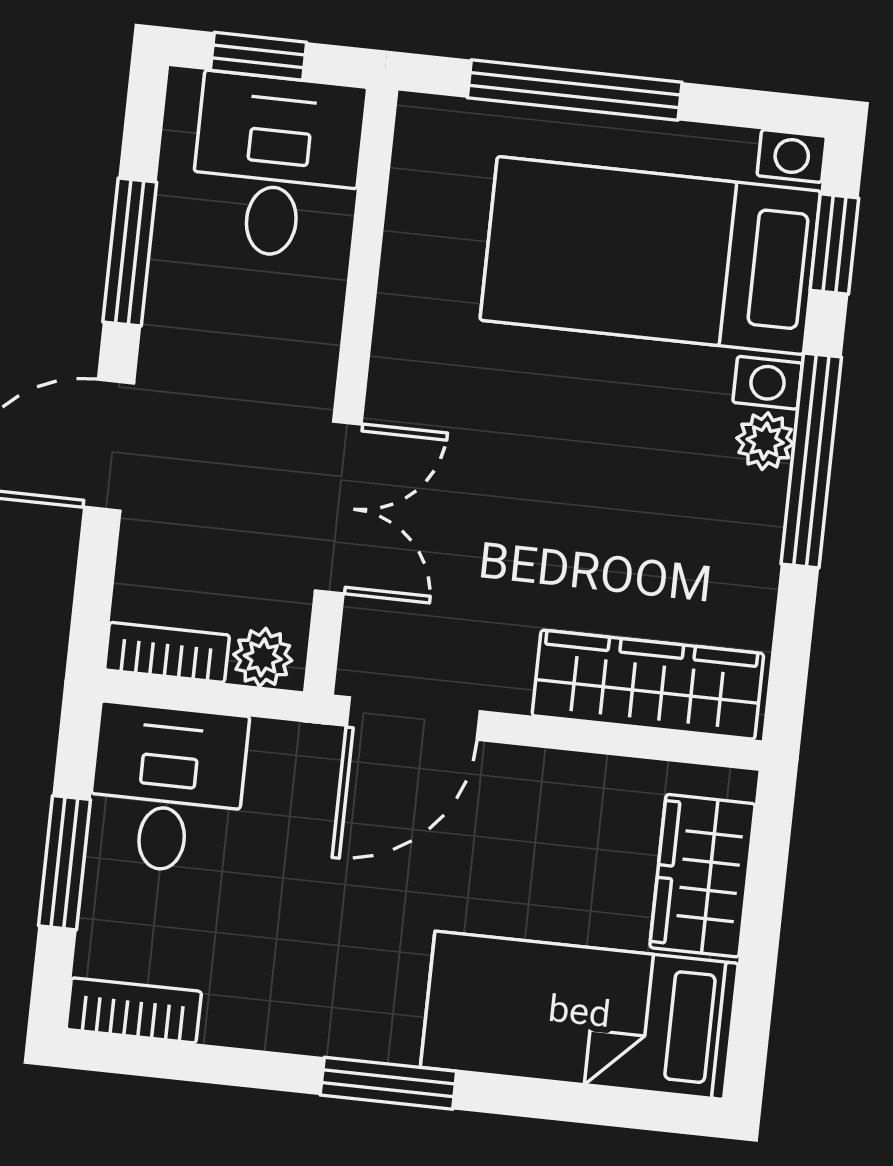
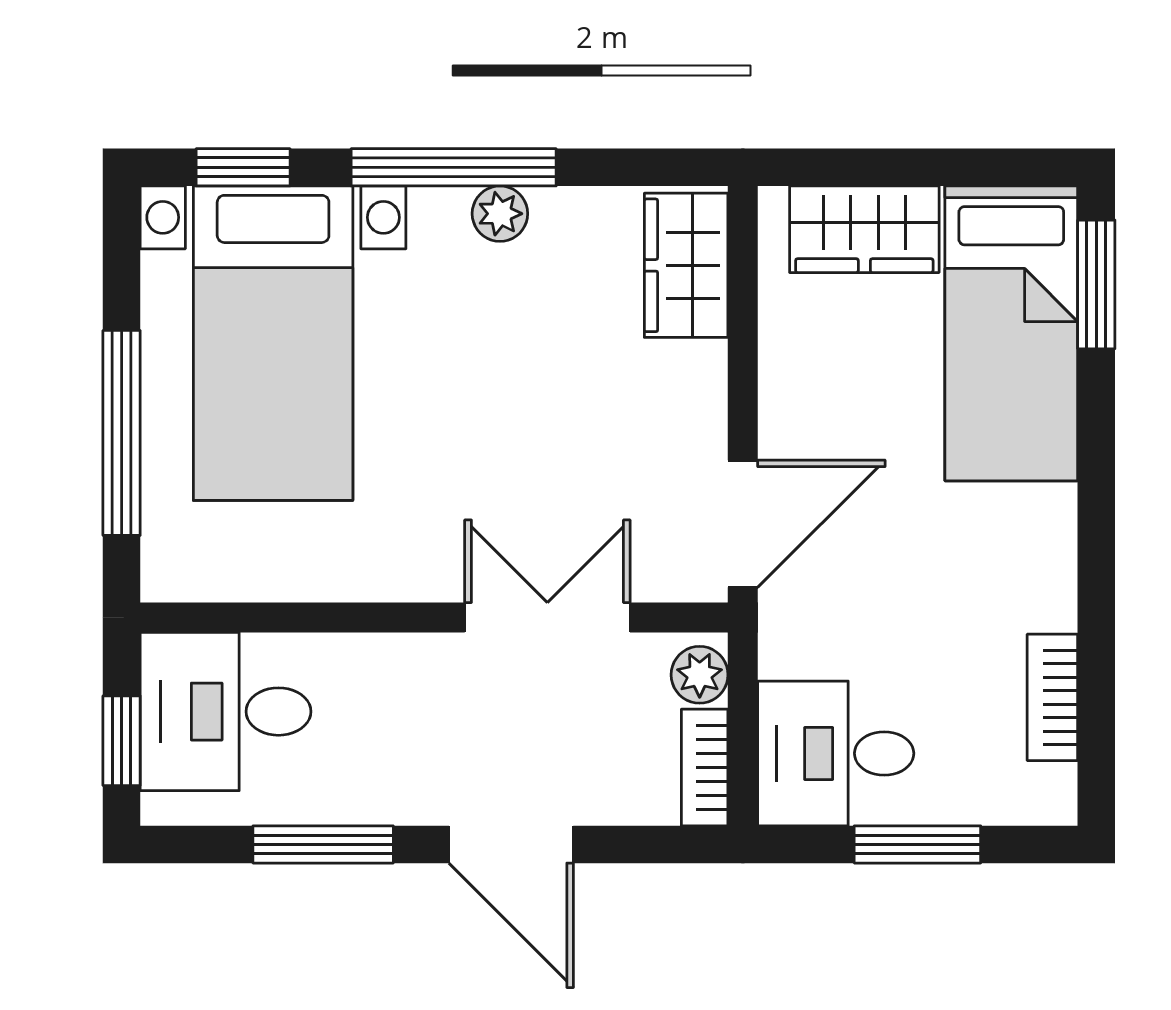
plant: (765, 441) -> (500, 214), moved
wardrobe: (648, 685) -> (686, 265), width x0.67
door: (413, 719) -> (743, 524), hinge flipped
bookcase: (134, 1010) -> (1052, 697), moved
window: (388, 1083) -> (1096, 284), moved

